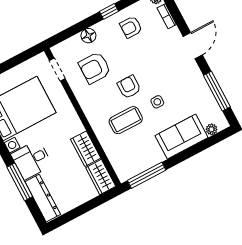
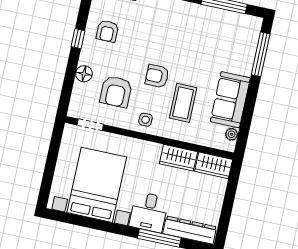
side table: (157, 102) -> (145, 120), moved
plant: (212, 129) -> (232, 134), moved
sofa: (181, 137) -> (230, 100), moved
window: (147, 175) -> (261, 54), moved

